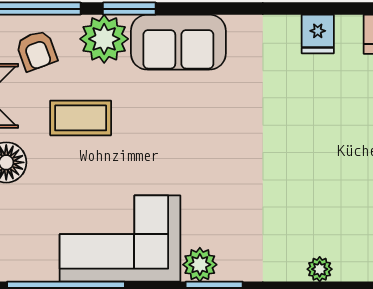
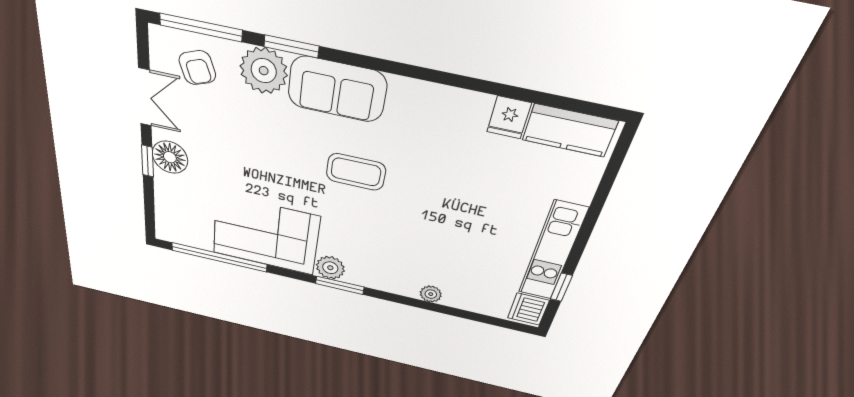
fridge: (318, 34) -> (509, 117), moved
coffee table: (81, 118) -> (356, 172), moved

